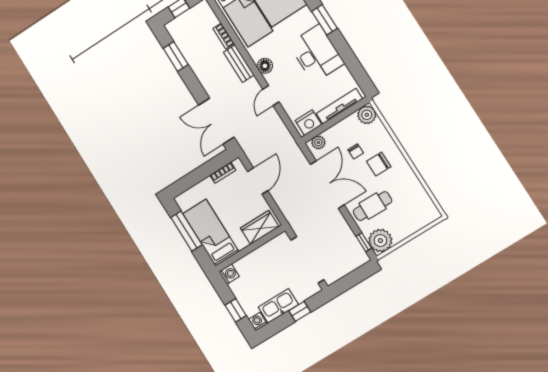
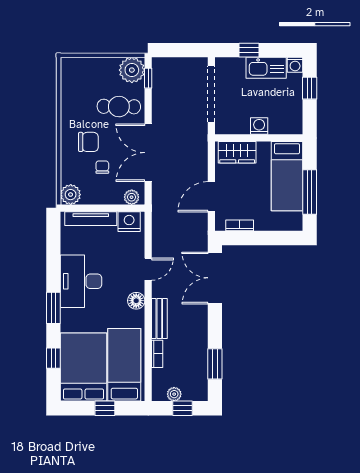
plant: (192, 14) -> (174, 394), added
double door: (216, 121) -> (215, 278), swing flipped
washing machine: (229, 274) -> (259, 126), moved, turned 90

